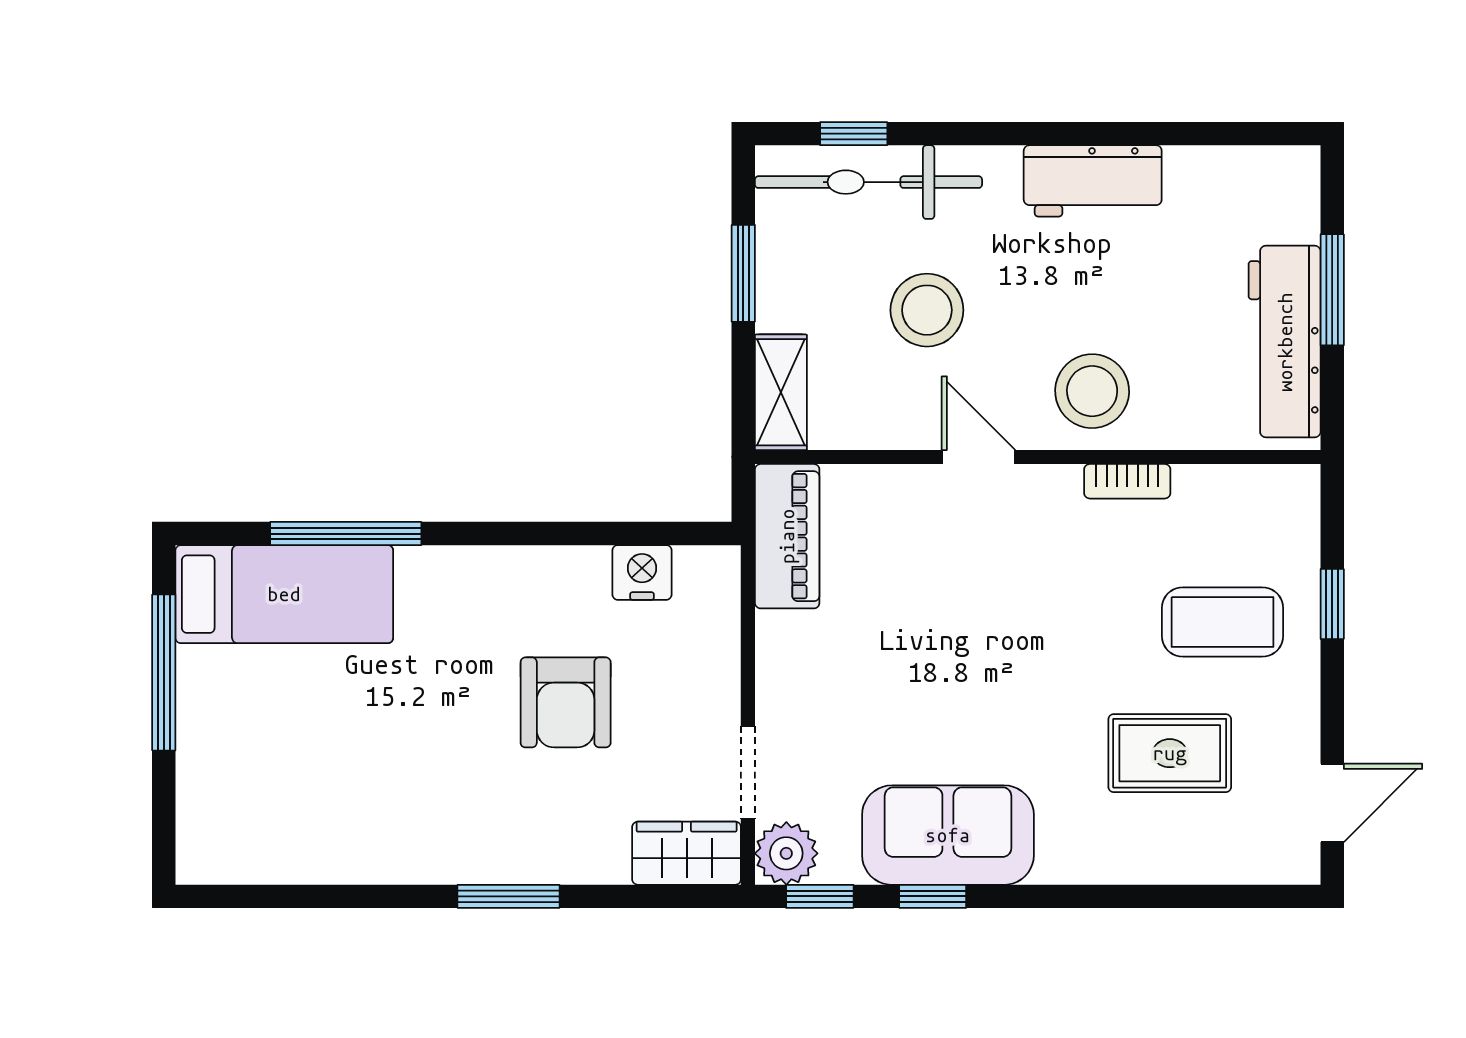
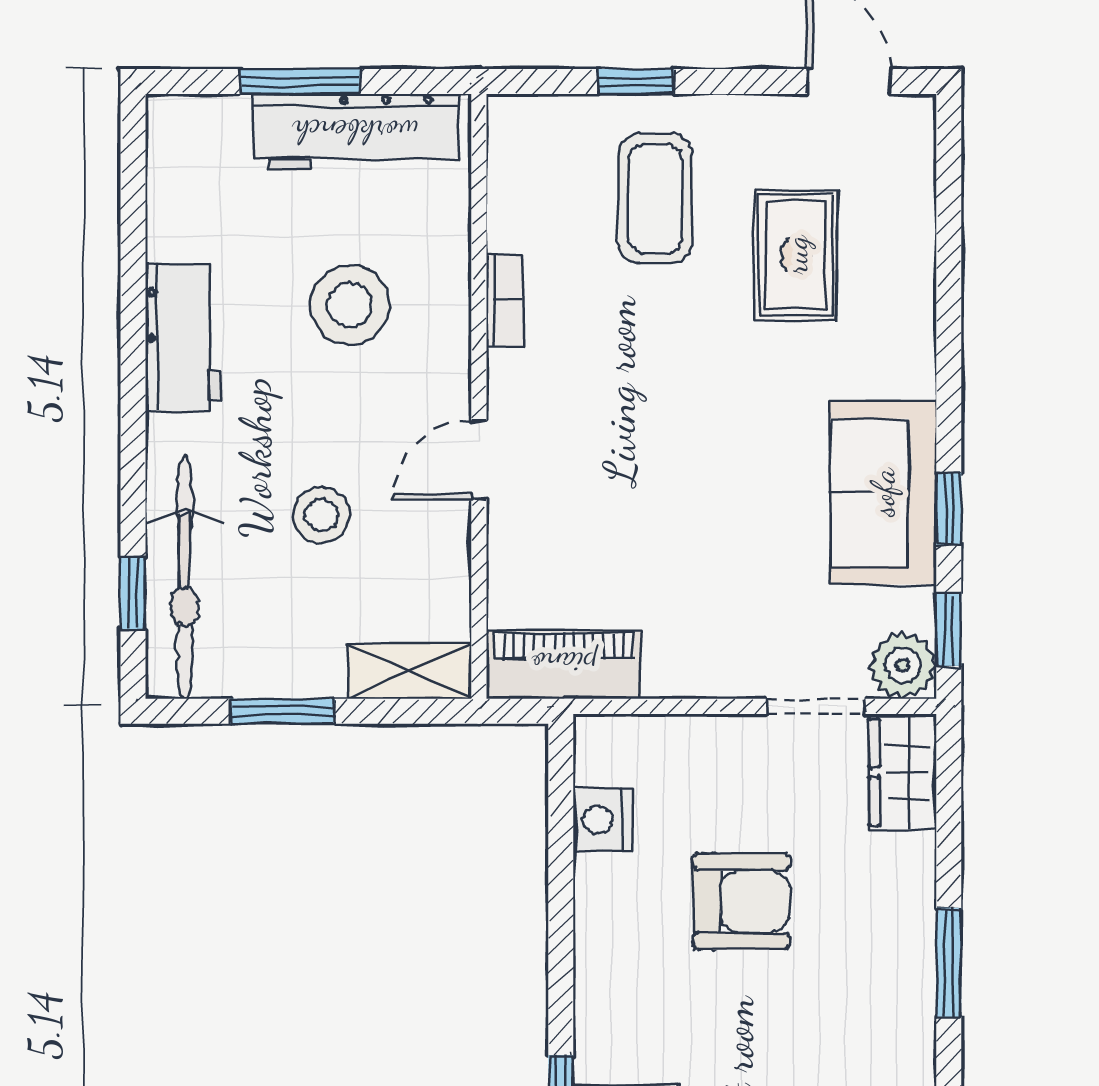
stool: (927, 310) -> (322, 515), width x0.73, depth x0.73
stool: (1092, 391) -> (350, 305), moved

